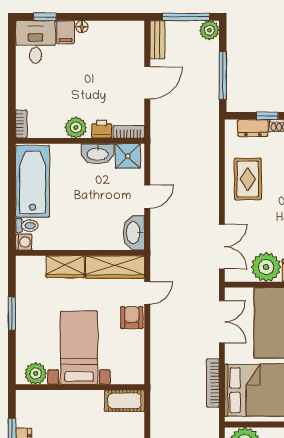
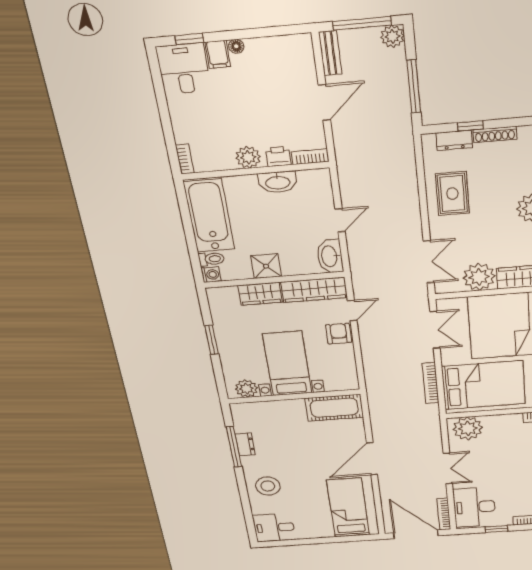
shower: (128, 156) -> (266, 266), moved
cot: (125, 401) -> (334, 408), width x1.37, depth x1.34

